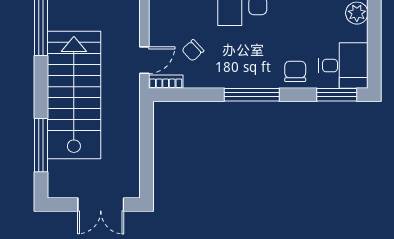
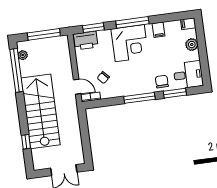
door: (144, 60) -> (77, 87), hinge flipped
window: (337, 95) -> (175, 93), moved
window: (41, 145) -> (26, 142), width x0.46

